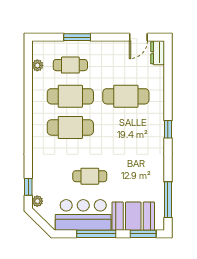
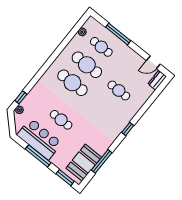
window: (77, 37) -> (118, 34), width x1.44
cafe table: (126, 96) -> (119, 90), width x0.73, depth x0.74
window: (168, 200) -> (102, 161), moved
booth: (133, 216) -> (84, 163), moved, turned 90

